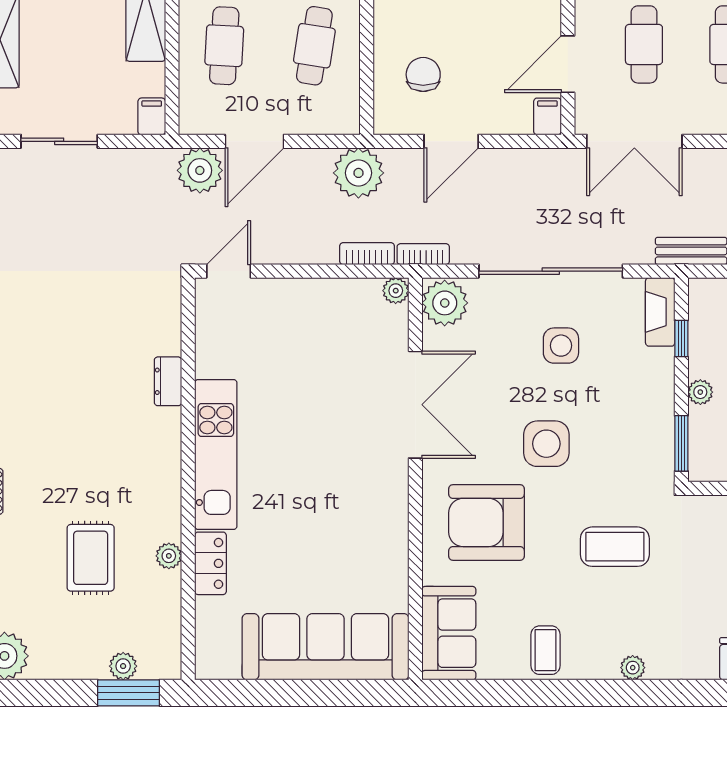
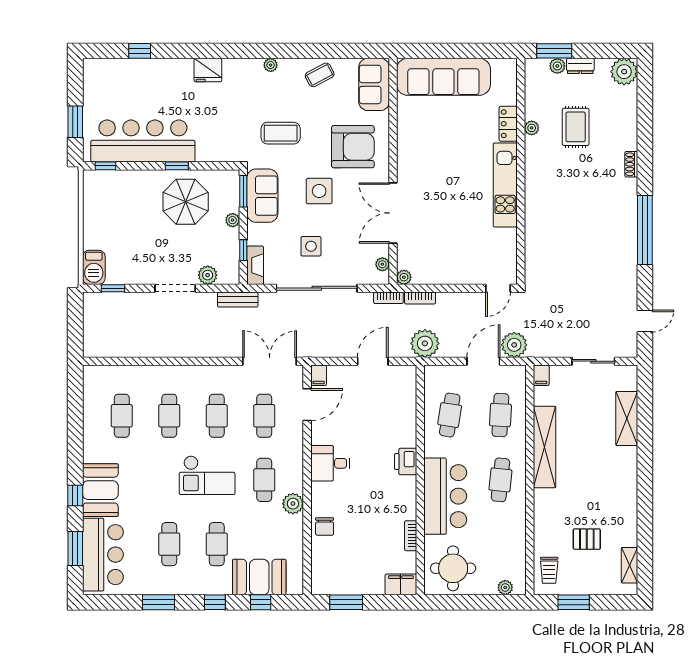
chair: (423, 74) -> (388, 399), removed
plant: (445, 303) -> (382, 264), width x0.53, depth x0.53
dresser: (168, 381) -> (580, 66), moved, turned 90
sofa: (647, 436) -> (262, 196), added
coffee table: (546, 650) -> (320, 75), turned 62

